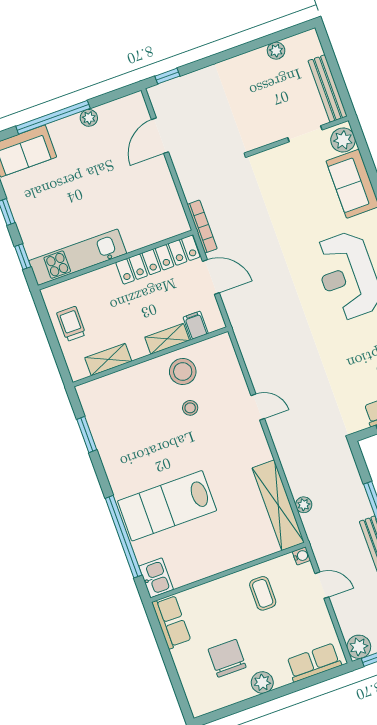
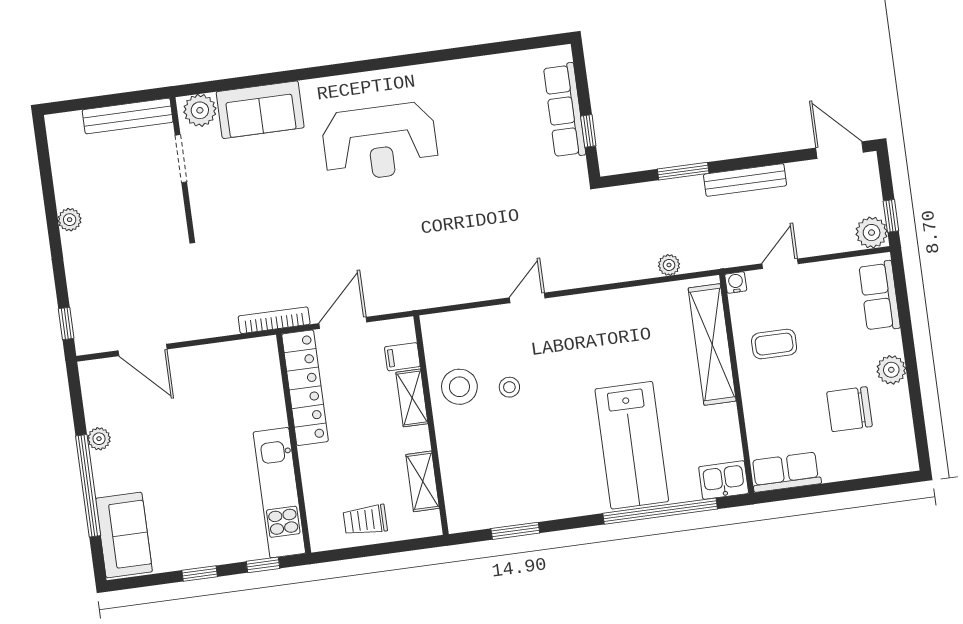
plant: (276, 51) -> (70, 220), moved
shelving: (278, 505) -> (712, 344), moved, turned 90

